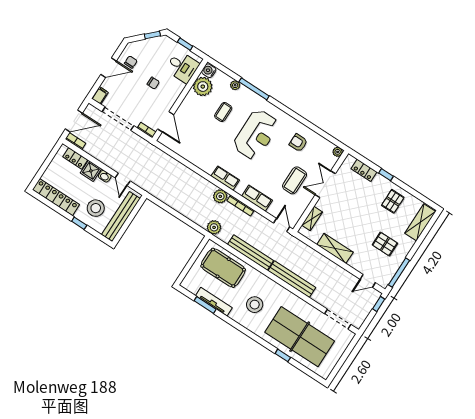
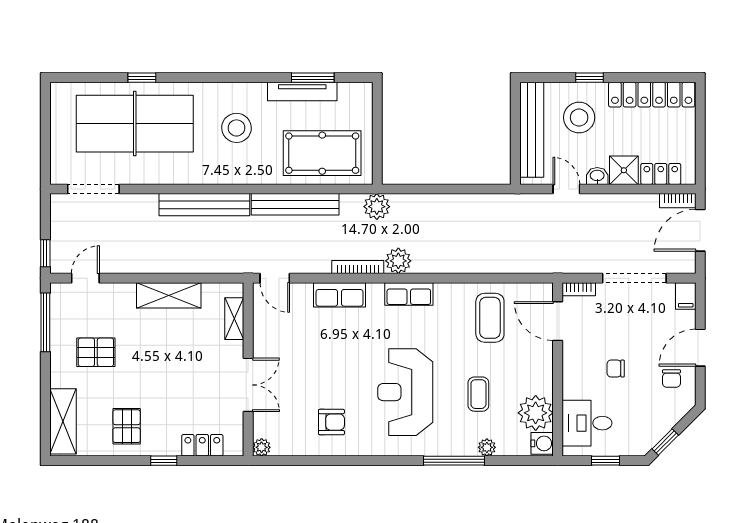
coffee table: (295, 180) -> (490, 318), moved

